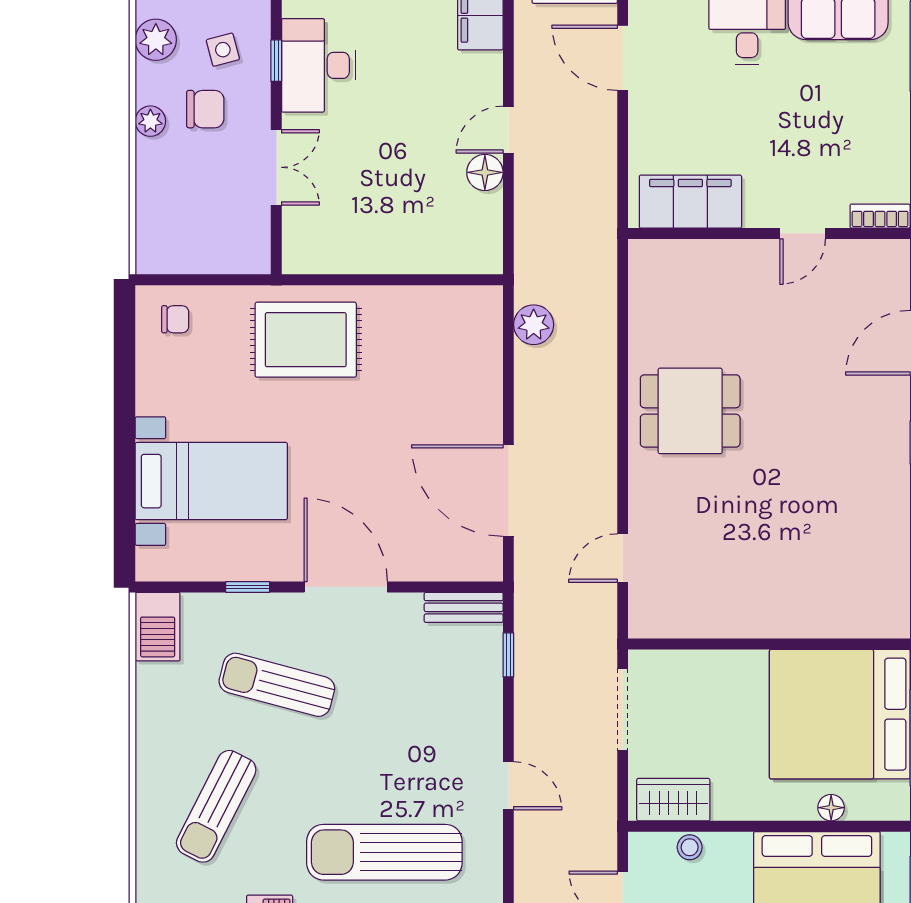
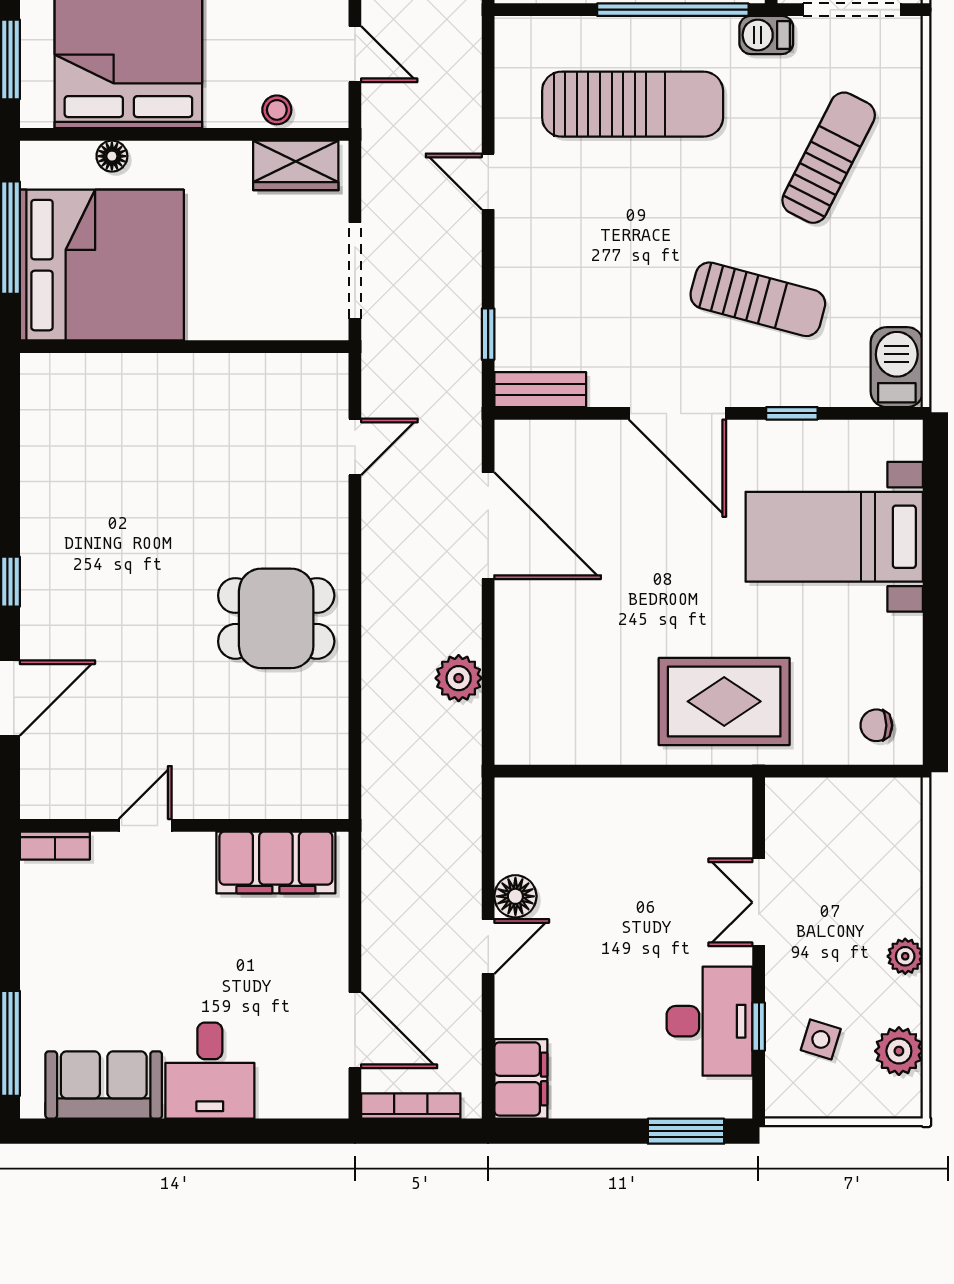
side table: (223, 50) -> (821, 1039), turned 32
chair: (205, 109) -> (841, 970), removed
plant: (534, 325) -> (459, 678), moved

